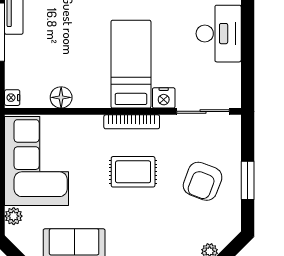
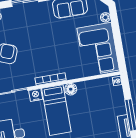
floor lamp: (61, 97) -> (71, 89), moved
rug: (133, 172) -> (45, 52), removed

